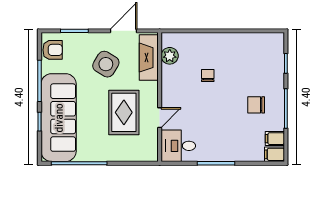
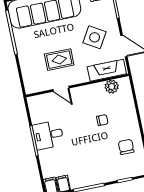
chair: (256, 105) -> (126, 147), moved
rug: (124, 112) -> (59, 60), width x0.73, depth x0.70
desk: (178, 146) -> (48, 135), moved, turned -90

